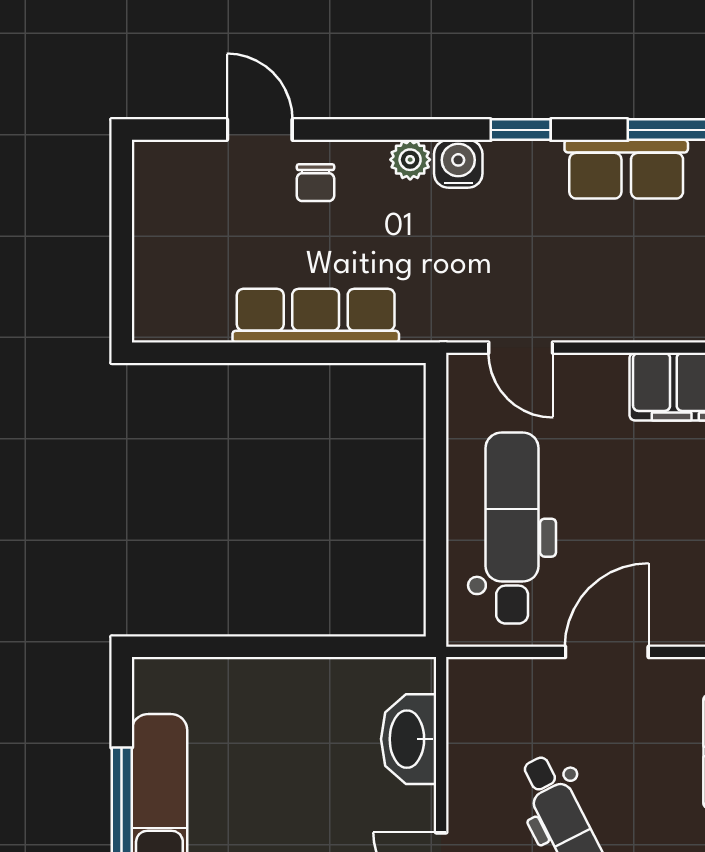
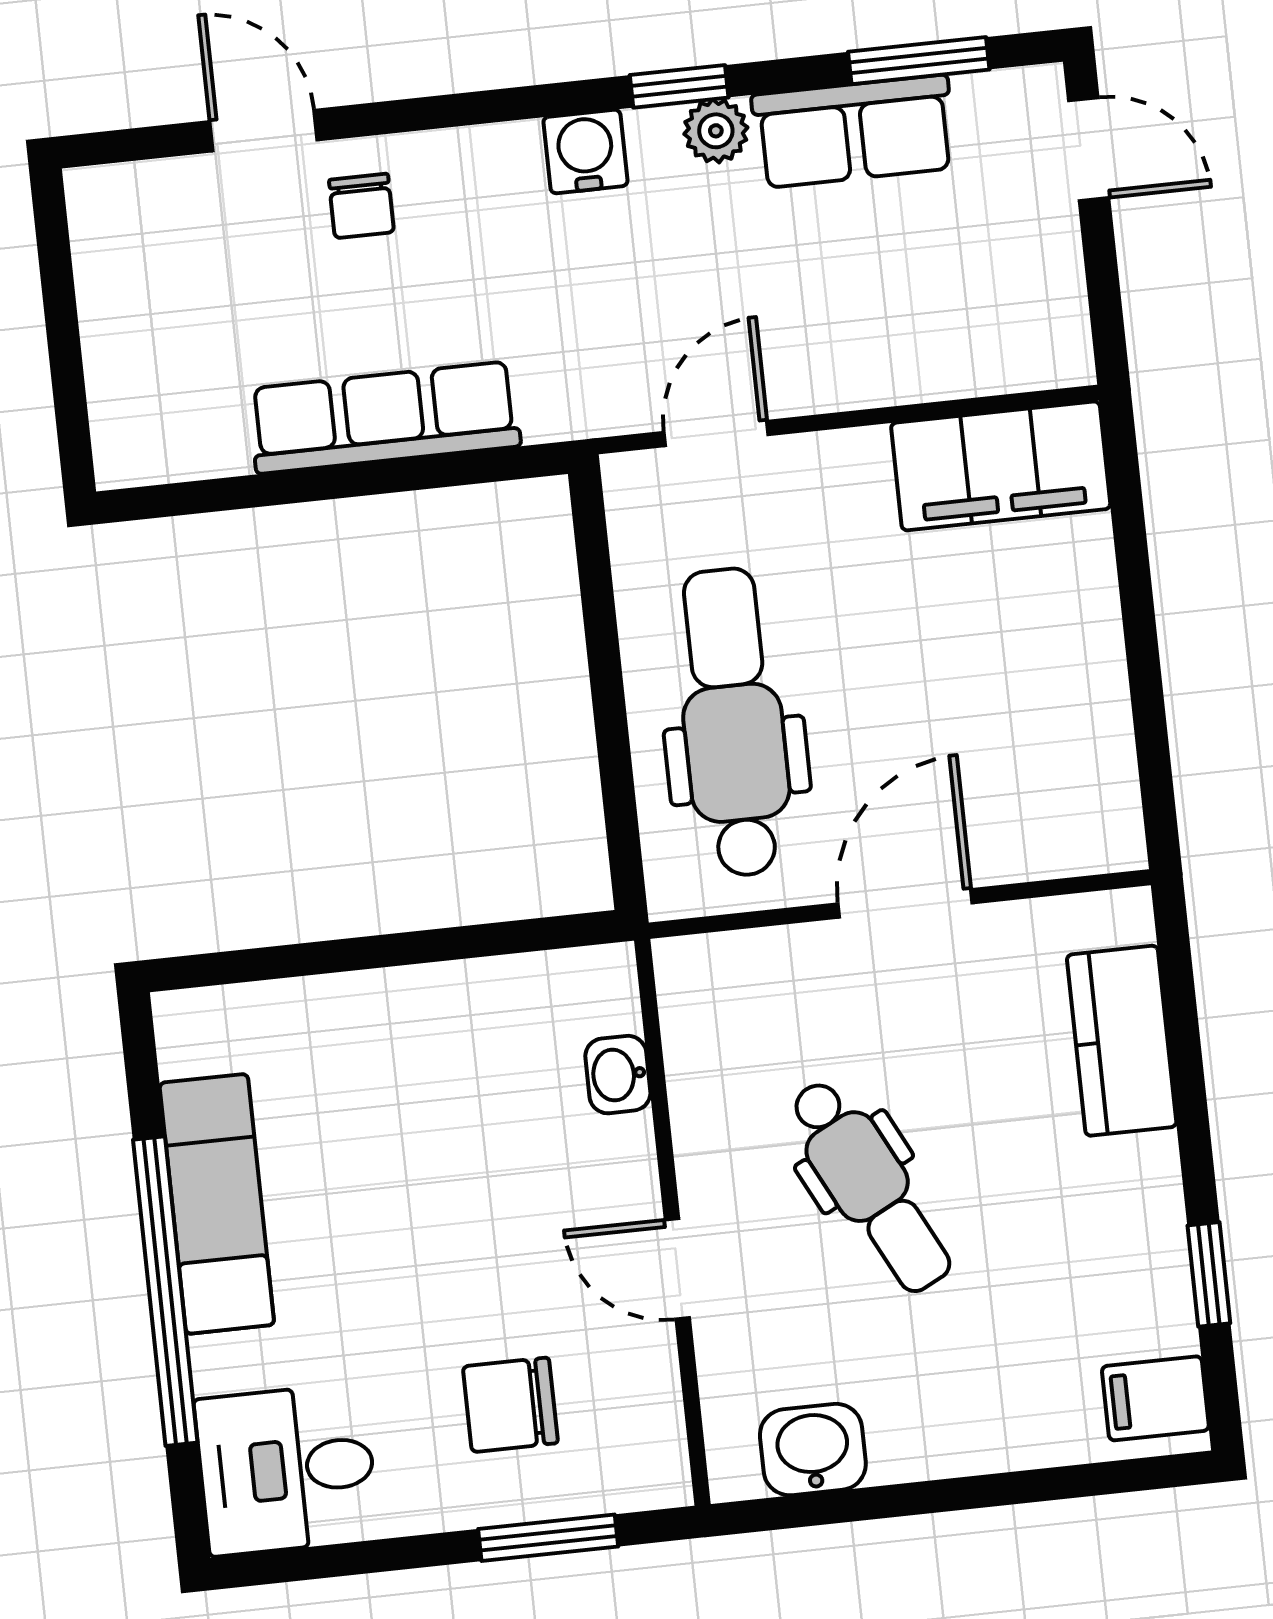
plant: (410, 160) -> (716, 131), moved
door: (521, 348) -> (716, 434), swing flipped
washbasin: (409, 739) -> (618, 1075), width x0.52, depth x0.69

